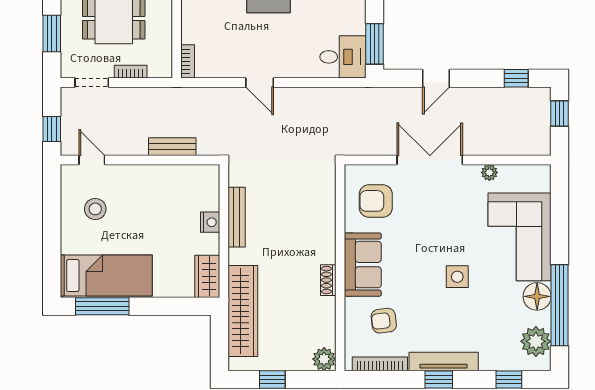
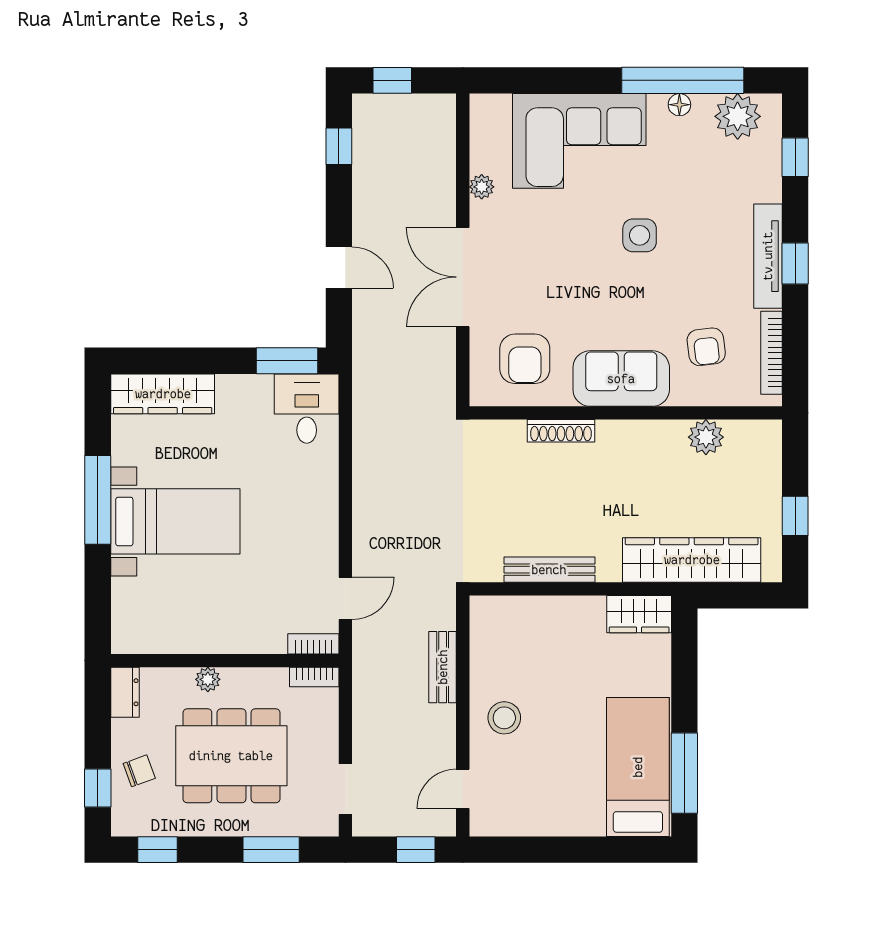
bookcase: (131, 72) -> (314, 677), moved, turned -90
door: (260, 83) -> (345, 598), moved
stool: (95, 209) -> (504, 718), moved
nightstand: (210, 222) -> (557, 610), removed
shoe rack: (328, 280) -> (561, 431), moved, width x1.43
floor lamp: (537, 296) -> (679, 105), width x0.53, depth x0.53
plant: (324, 359) -> (706, 437), moved

